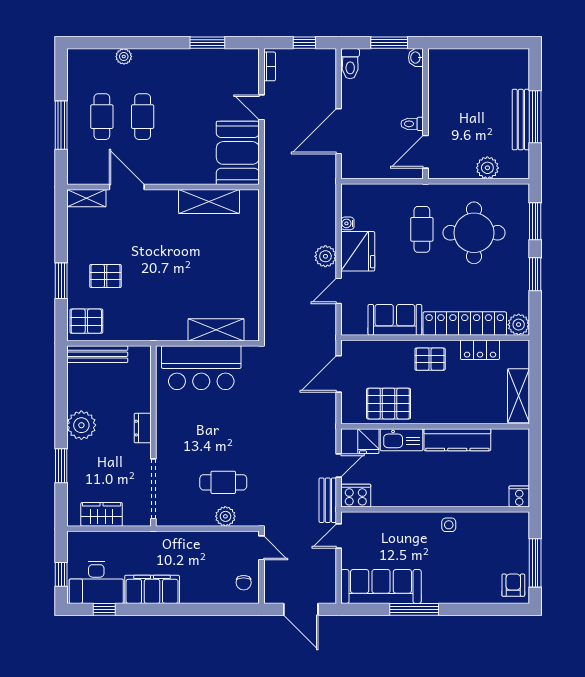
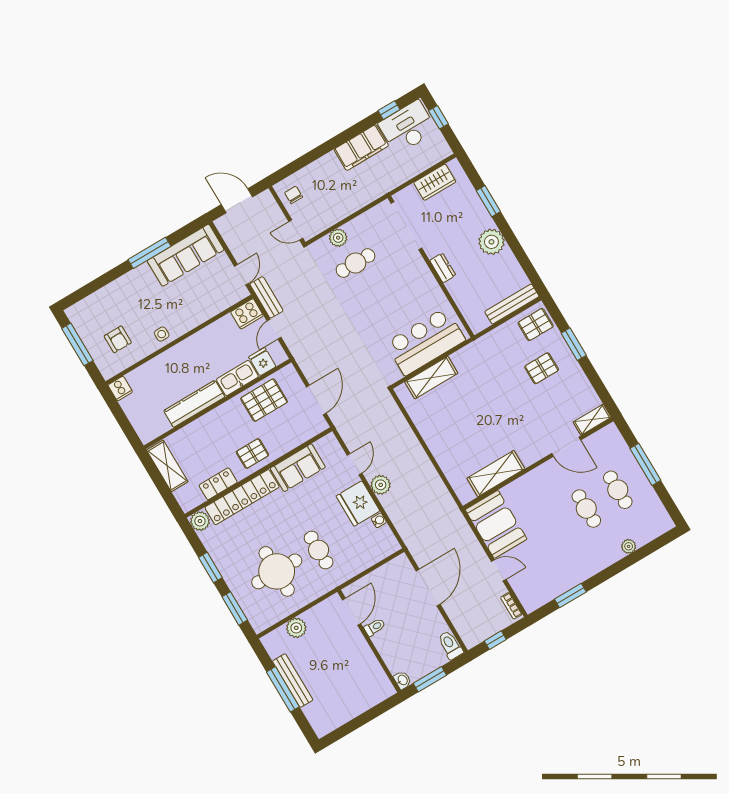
armchair: (513, 585) -> (118, 339), moved

